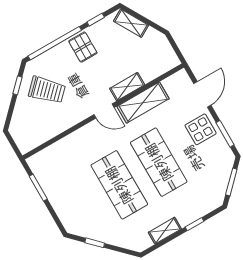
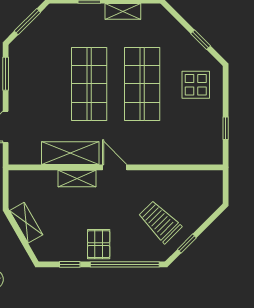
shelving: (131, 23) -> (26, 223), moved
display table: (201, 129) -> (196, 85), moved
window: (38, 188) -> (226, 128), width x0.67

